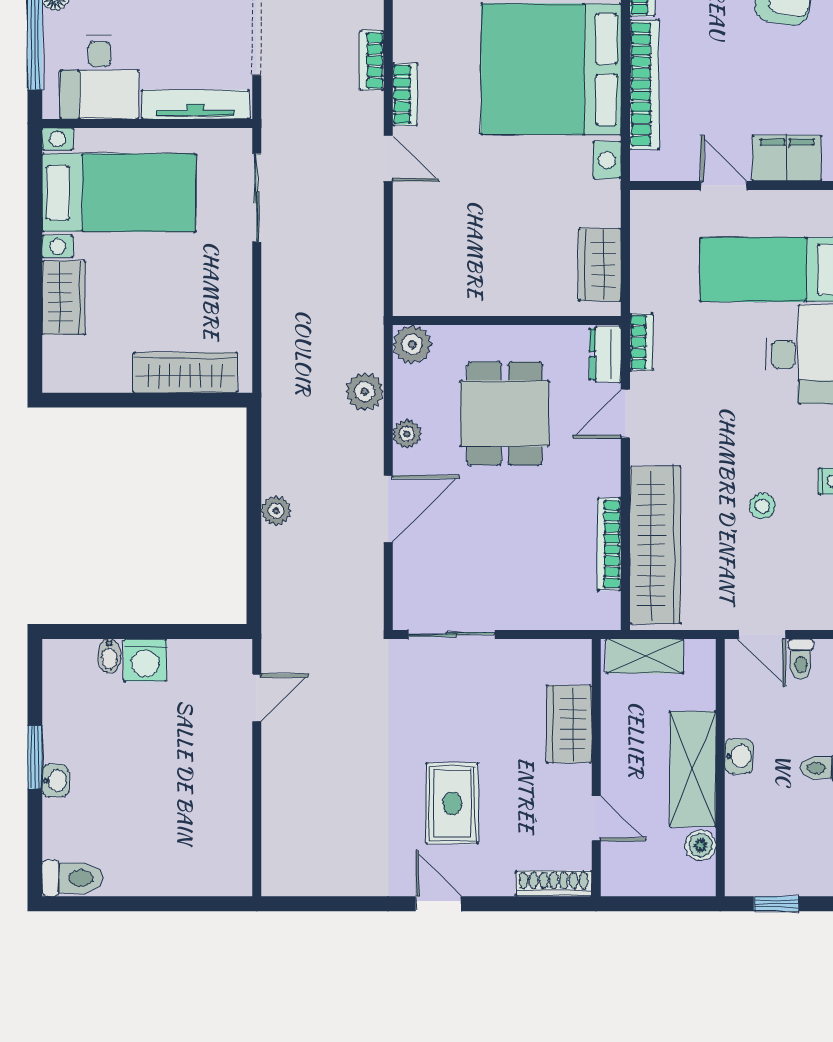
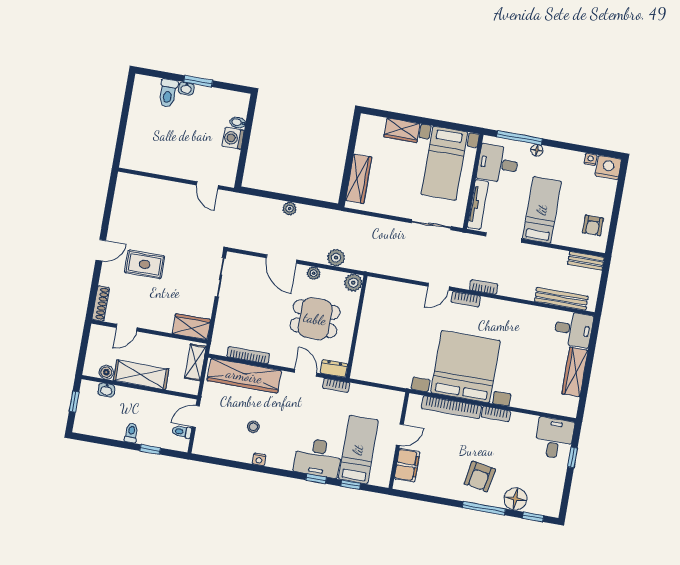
wardrobe: (600, 265) -> (374, 373), removed
wardrobe: (569, 724) -> (191, 327), moved
washbasin: (739, 756) -> (106, 390), moved
toilet: (72, 878) -> (168, 93), moved

